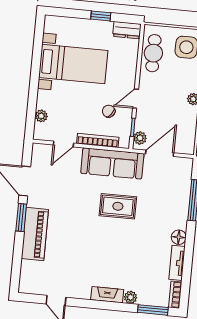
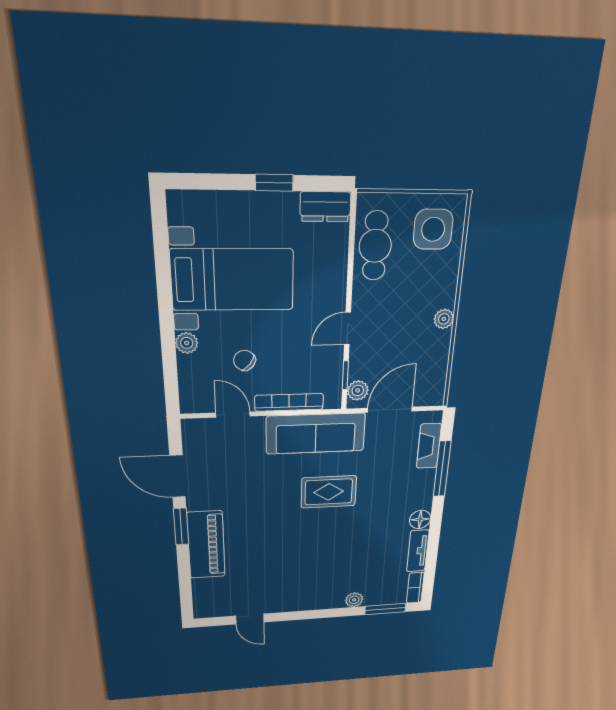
chair: (109, 111) -> (244, 360), moved
plant: (41, 116) -> (187, 343), moved
door: (63, 144) -> (233, 415), swing flipped
fireplace: (107, 295) -> (429, 446), moved, turned -90

